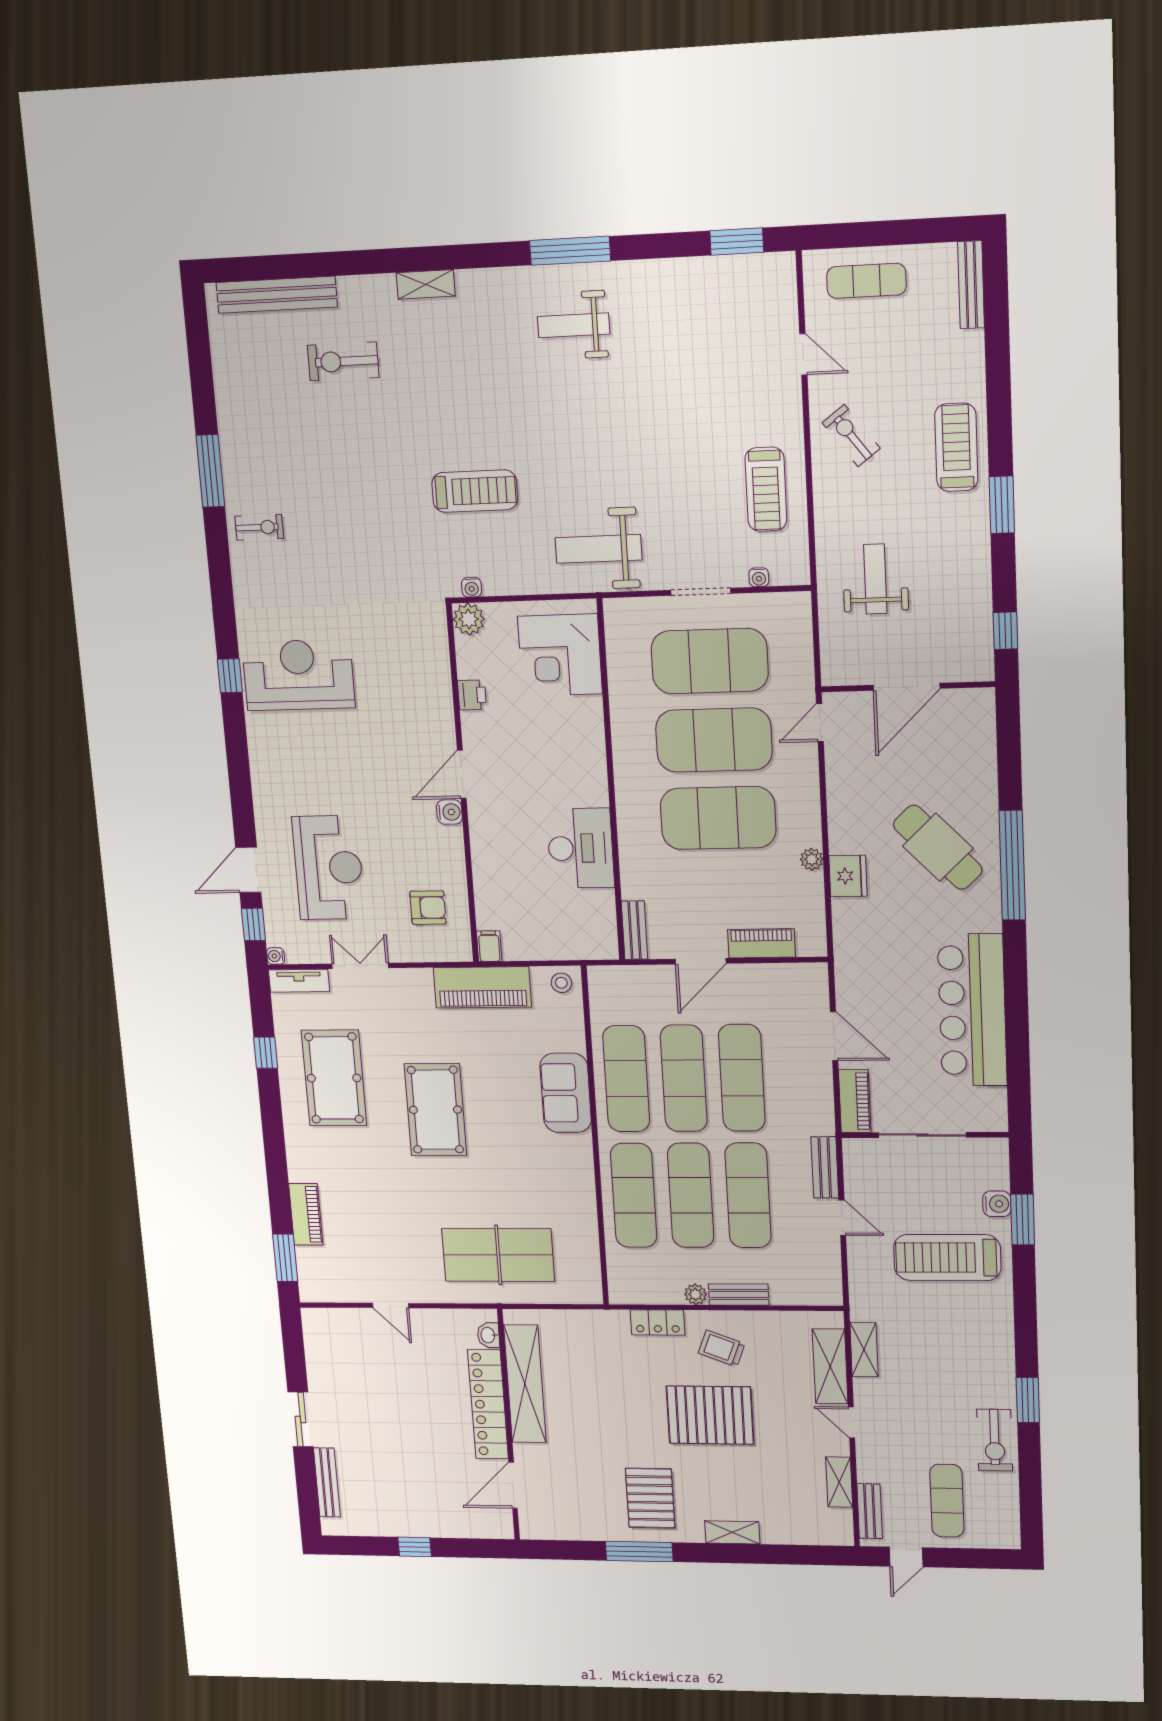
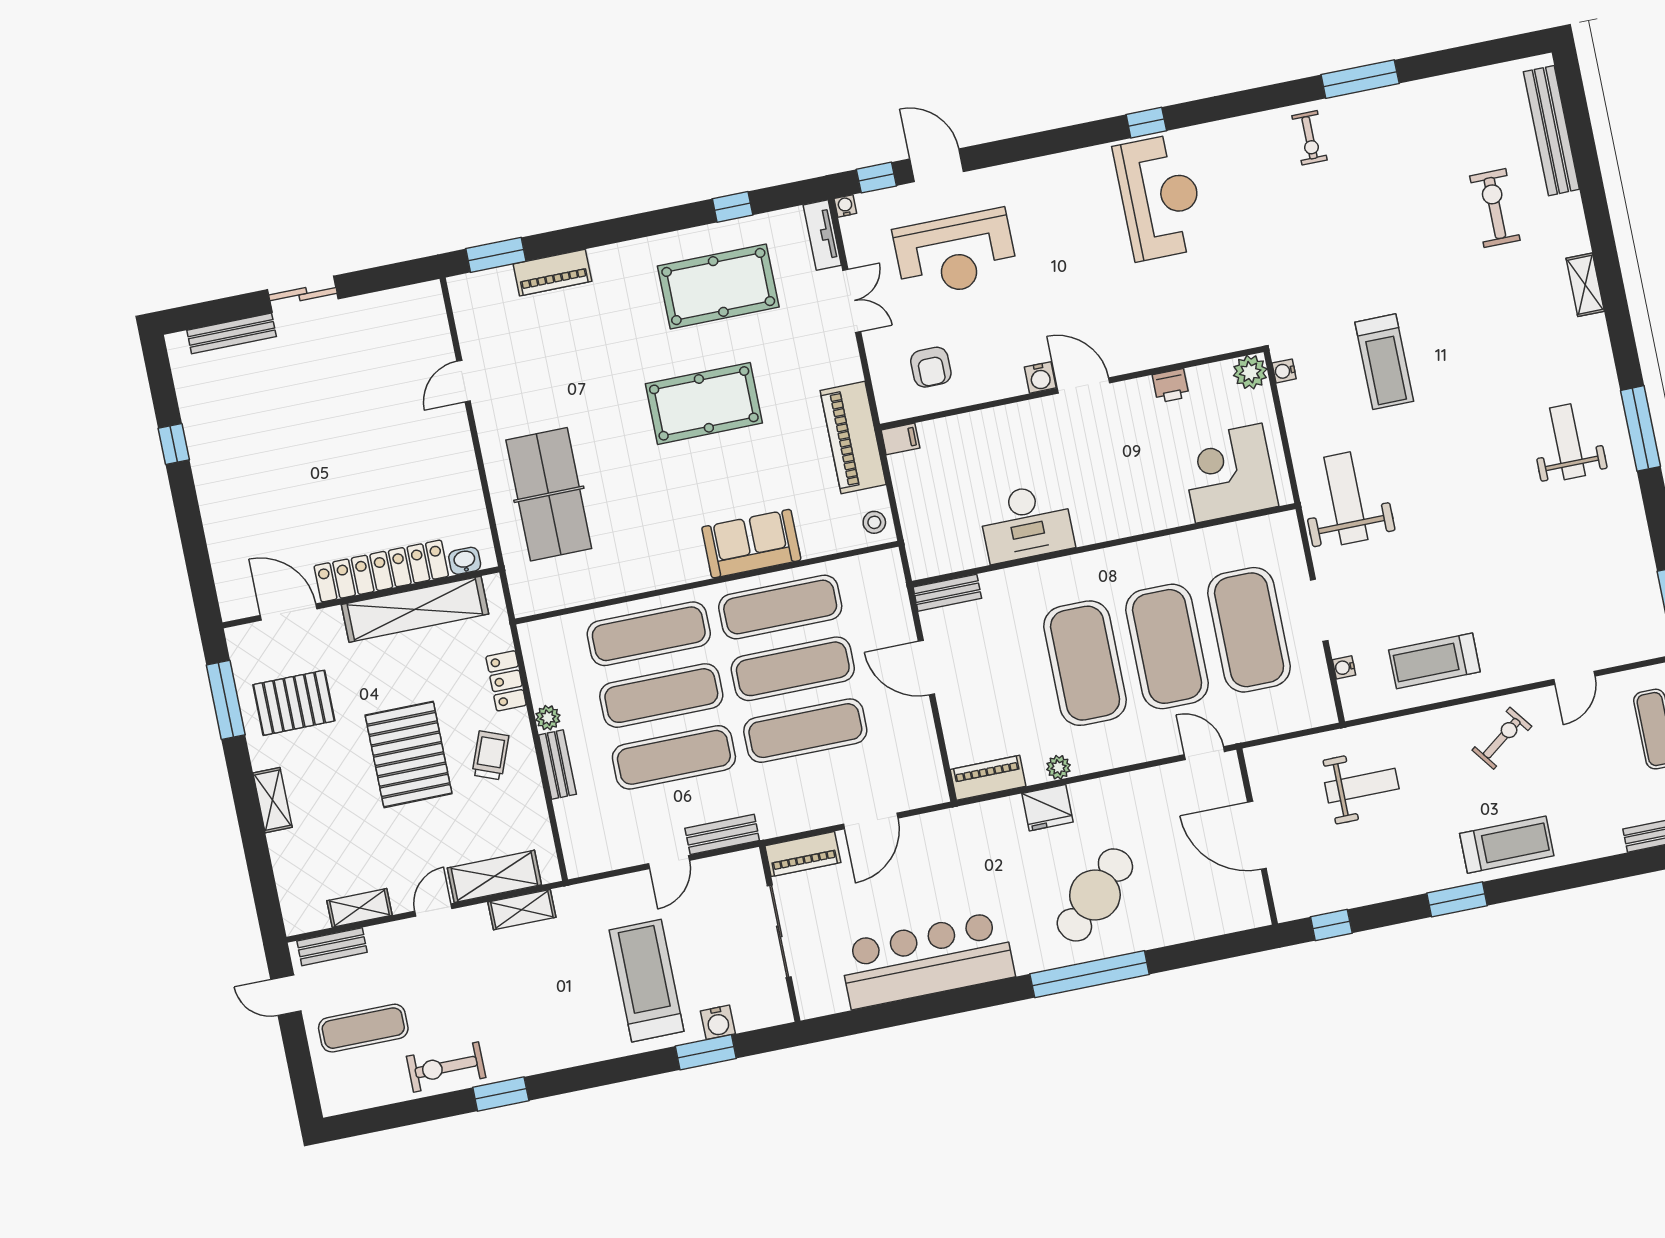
piano: (762, 943) -> (988, 778), moved, turned -90
washbasin: (488, 1335) -> (465, 561), moved
shelving: (525, 1384) -> (415, 609), moved
locker: (488, 1404) -> (381, 571), moved
wall: (509, 1425) -> (361, 597), moved
door: (513, 1485) -> (289, 612), moved

